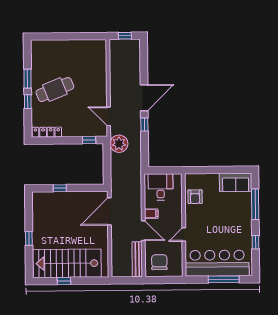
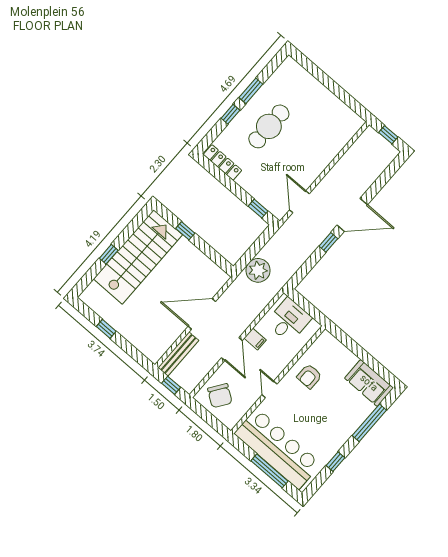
cafe table: (55, 90) -> (269, 126), turned -68
plant: (119, 144) -> (258, 270), moved
armchair: (195, 197) -> (309, 376), moved
door: (109, 211) -> (202, 314), moved
door: (184, 234) -> (270, 389), hinge flipped
bench: (137, 259) -> (178, 354), moved
chair: (159, 262) -> (220, 396), turned 125
stairs: (67, 263) -> (138, 257), moved, turned 90
window: (127, 280) -> (171, 385), added

